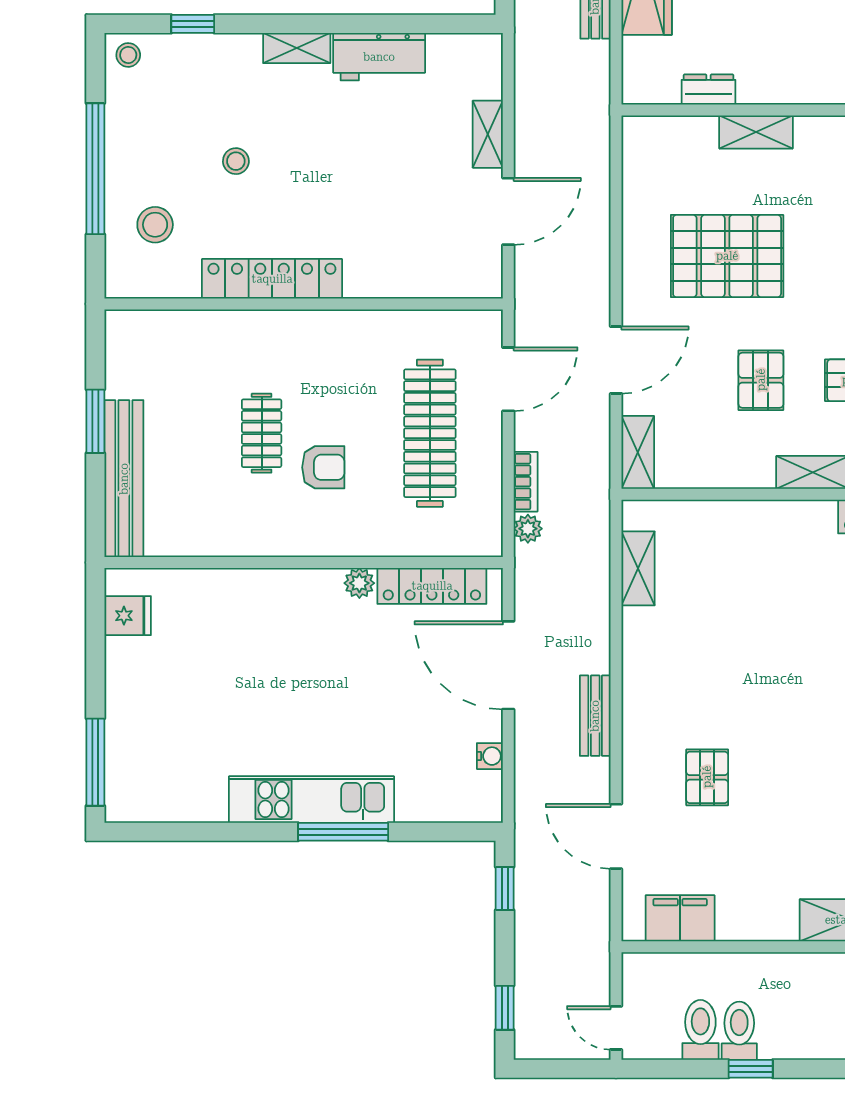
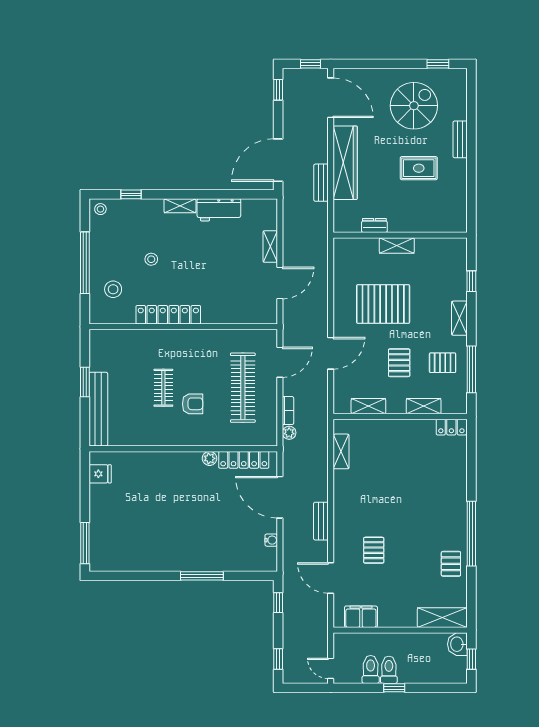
shelving: (638, 452) -> (368, 406), moved, turned 90
kitchen unit: (311, 800) -> (187, 561), removed

